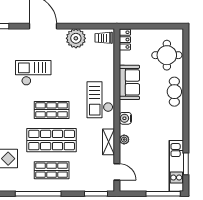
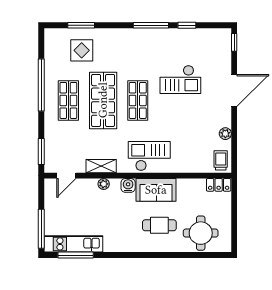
plant: (76, 38) -> (225, 134), width x0.53, depth x0.53
checkout: (33, 73) -> (180, 79), turned 90
sofa: (129, 82) -> (156, 190), moved
cafe table: (174, 92) -> (159, 225), moved
window: (186, 164) -> (76, 255), width x1.44

